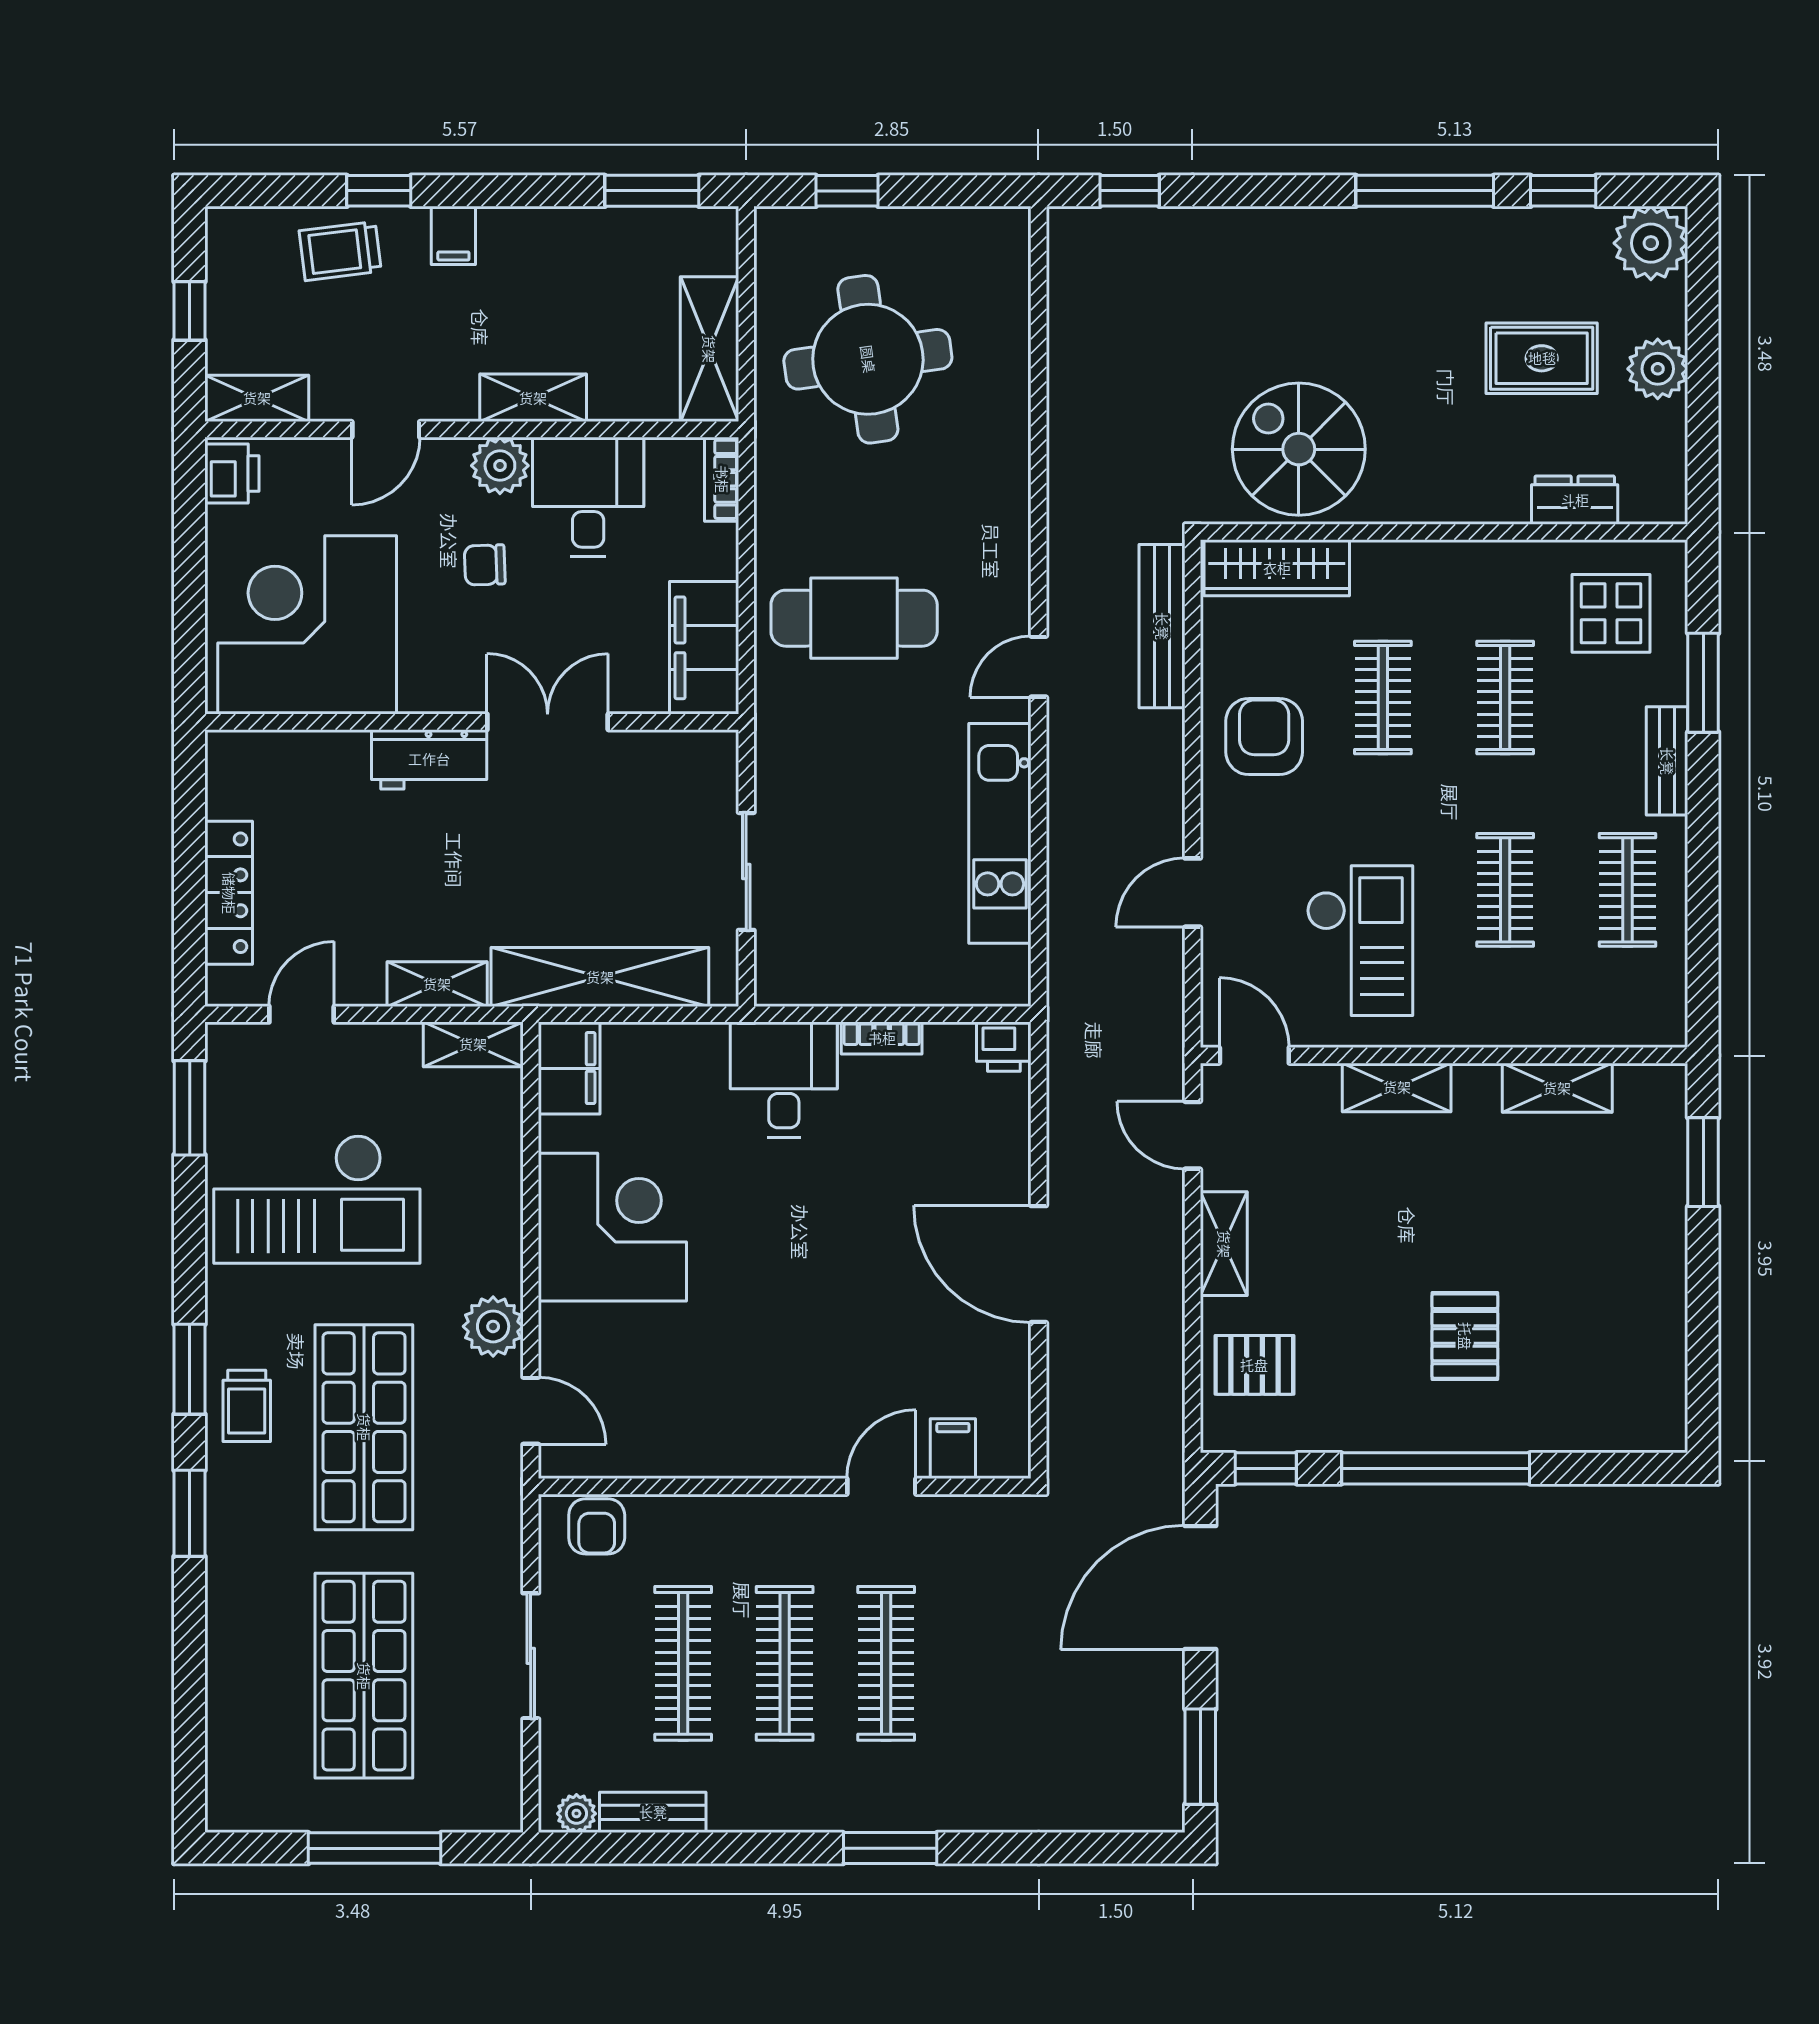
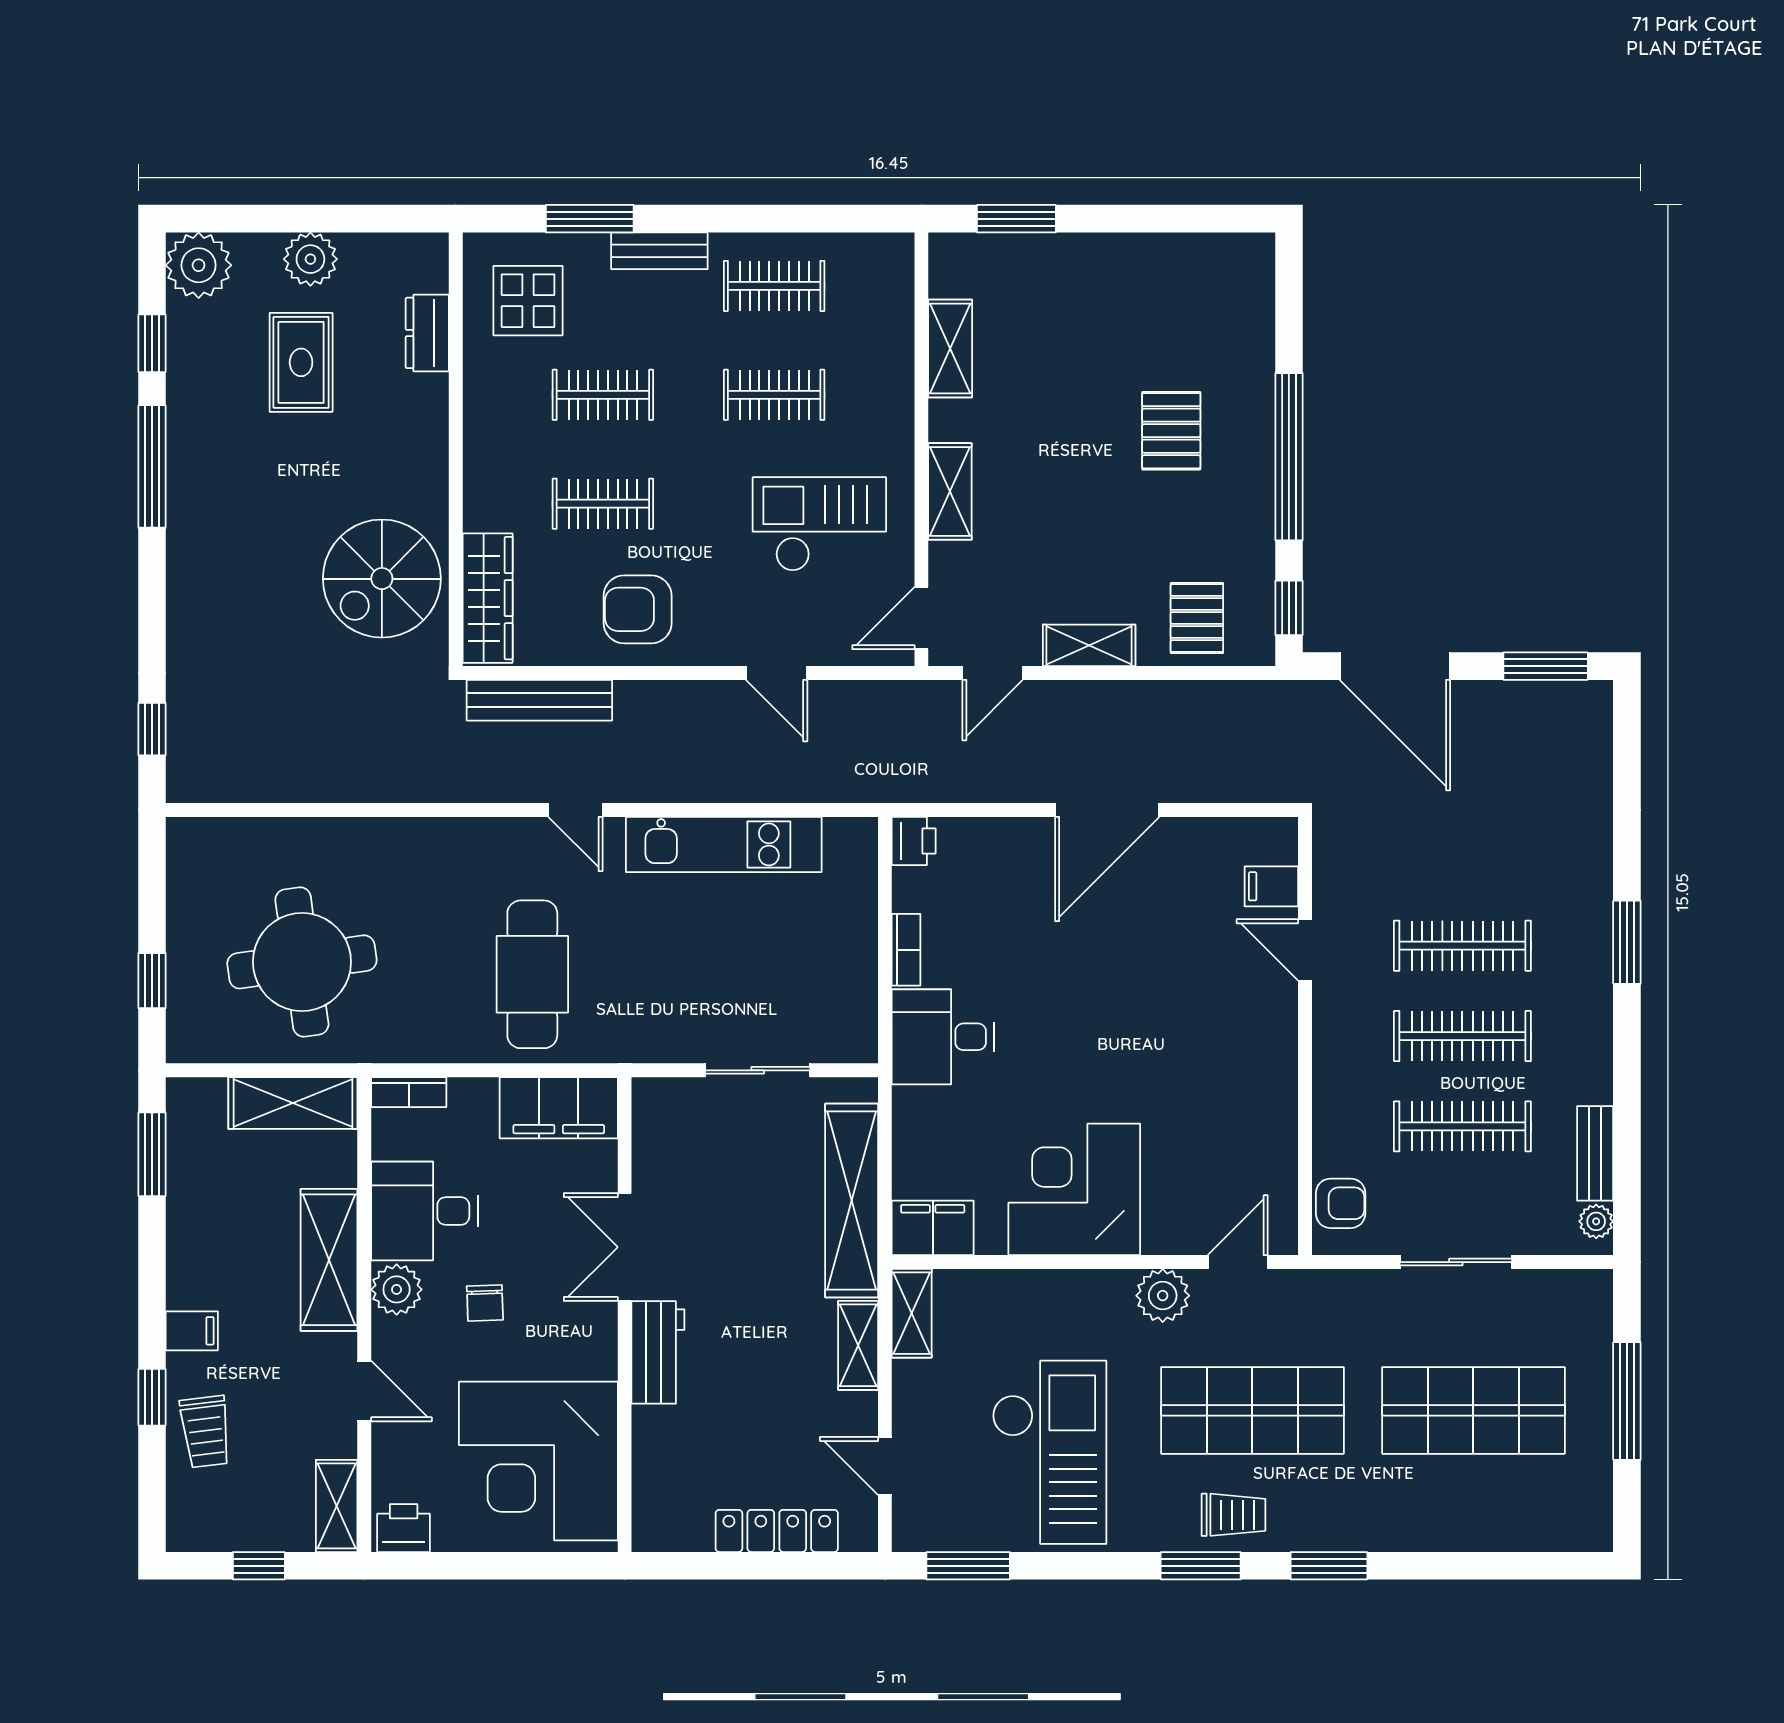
shelving: (533, 398) -> (329, 1260), width x1.50, depth x1.33
pallet: (1465, 1336) -> (1171, 431), turned 90

